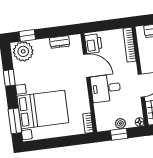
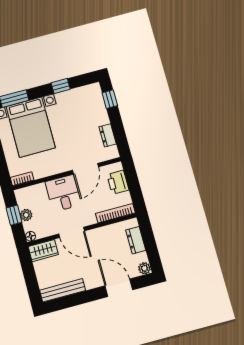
printer: (93, 44) -> (118, 182), moved, turned 90
plant: (23, 51) -> (92, 97), removed

